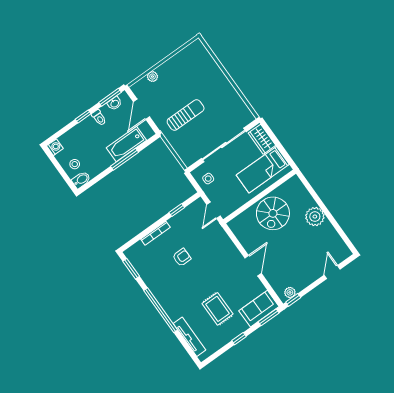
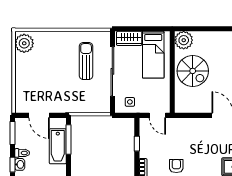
plant: (152, 77) -> (24, 43), moved, width x1.87, depth x1.87
washbasin: (115, 103) -> (20, 164), moved
sun lounger: (186, 115) -> (86, 61), moved
window: (125, 159) -> (69, 140), moved
plant: (315, 217) -> (184, 40), moved

